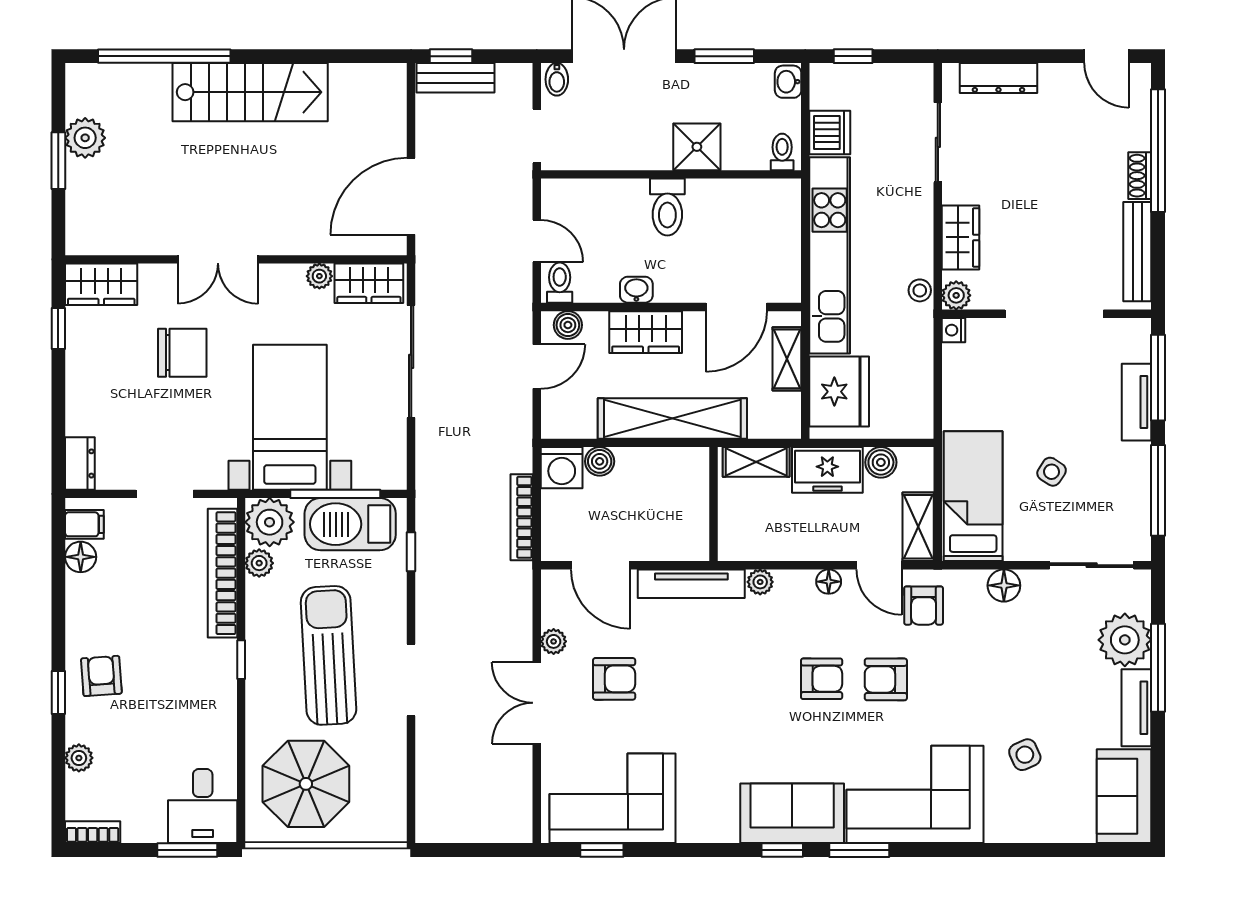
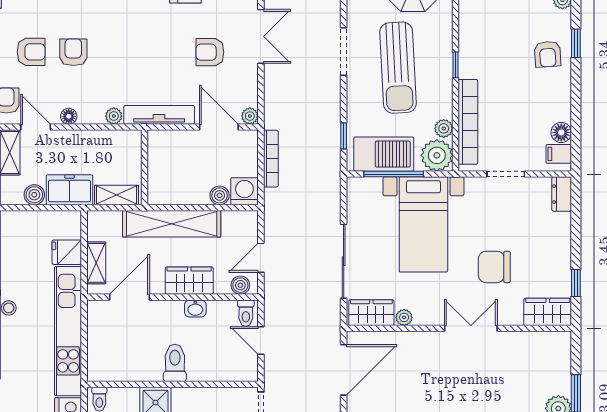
fridge: (839, 392) -> (67, 252), width x0.53, depth x0.75
plant: (554, 641) -> (250, 116), moved
armchair: (822, 679) -> (73, 52), turned 90

